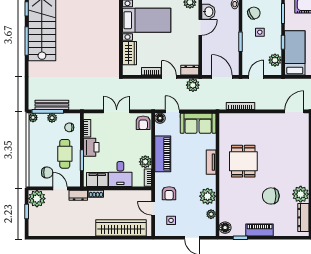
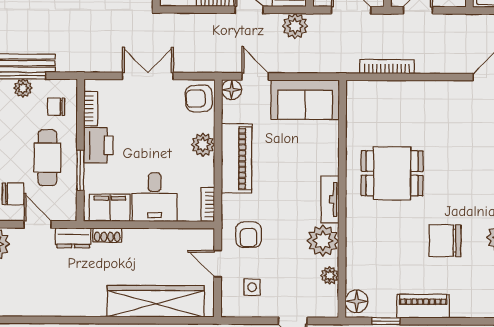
armchair: (143, 123) -> (199, 98), turned 87
dining table: (243, 161) -> (392, 173), turned 90
plant: (145, 162) -> (203, 145), moved
tv unit: (211, 162) -> (330, 200), moved

